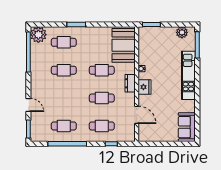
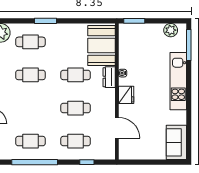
dresser: (130, 83) -> (109, 77), moved

